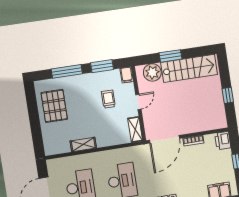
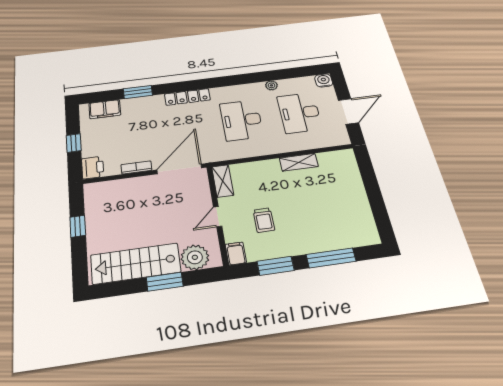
pallet: (54, 106) -> (346, 211), removed

